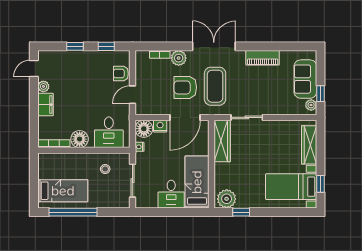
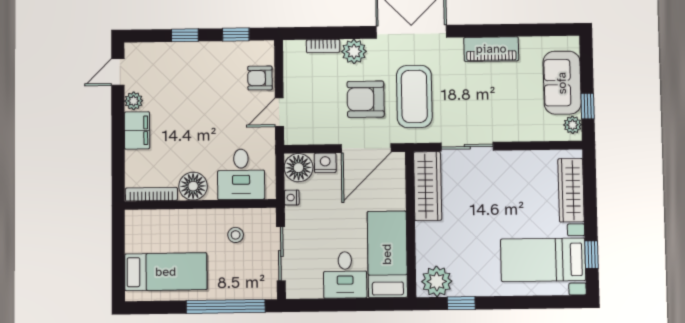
window: (73, 212) -> (226, 306), moved

